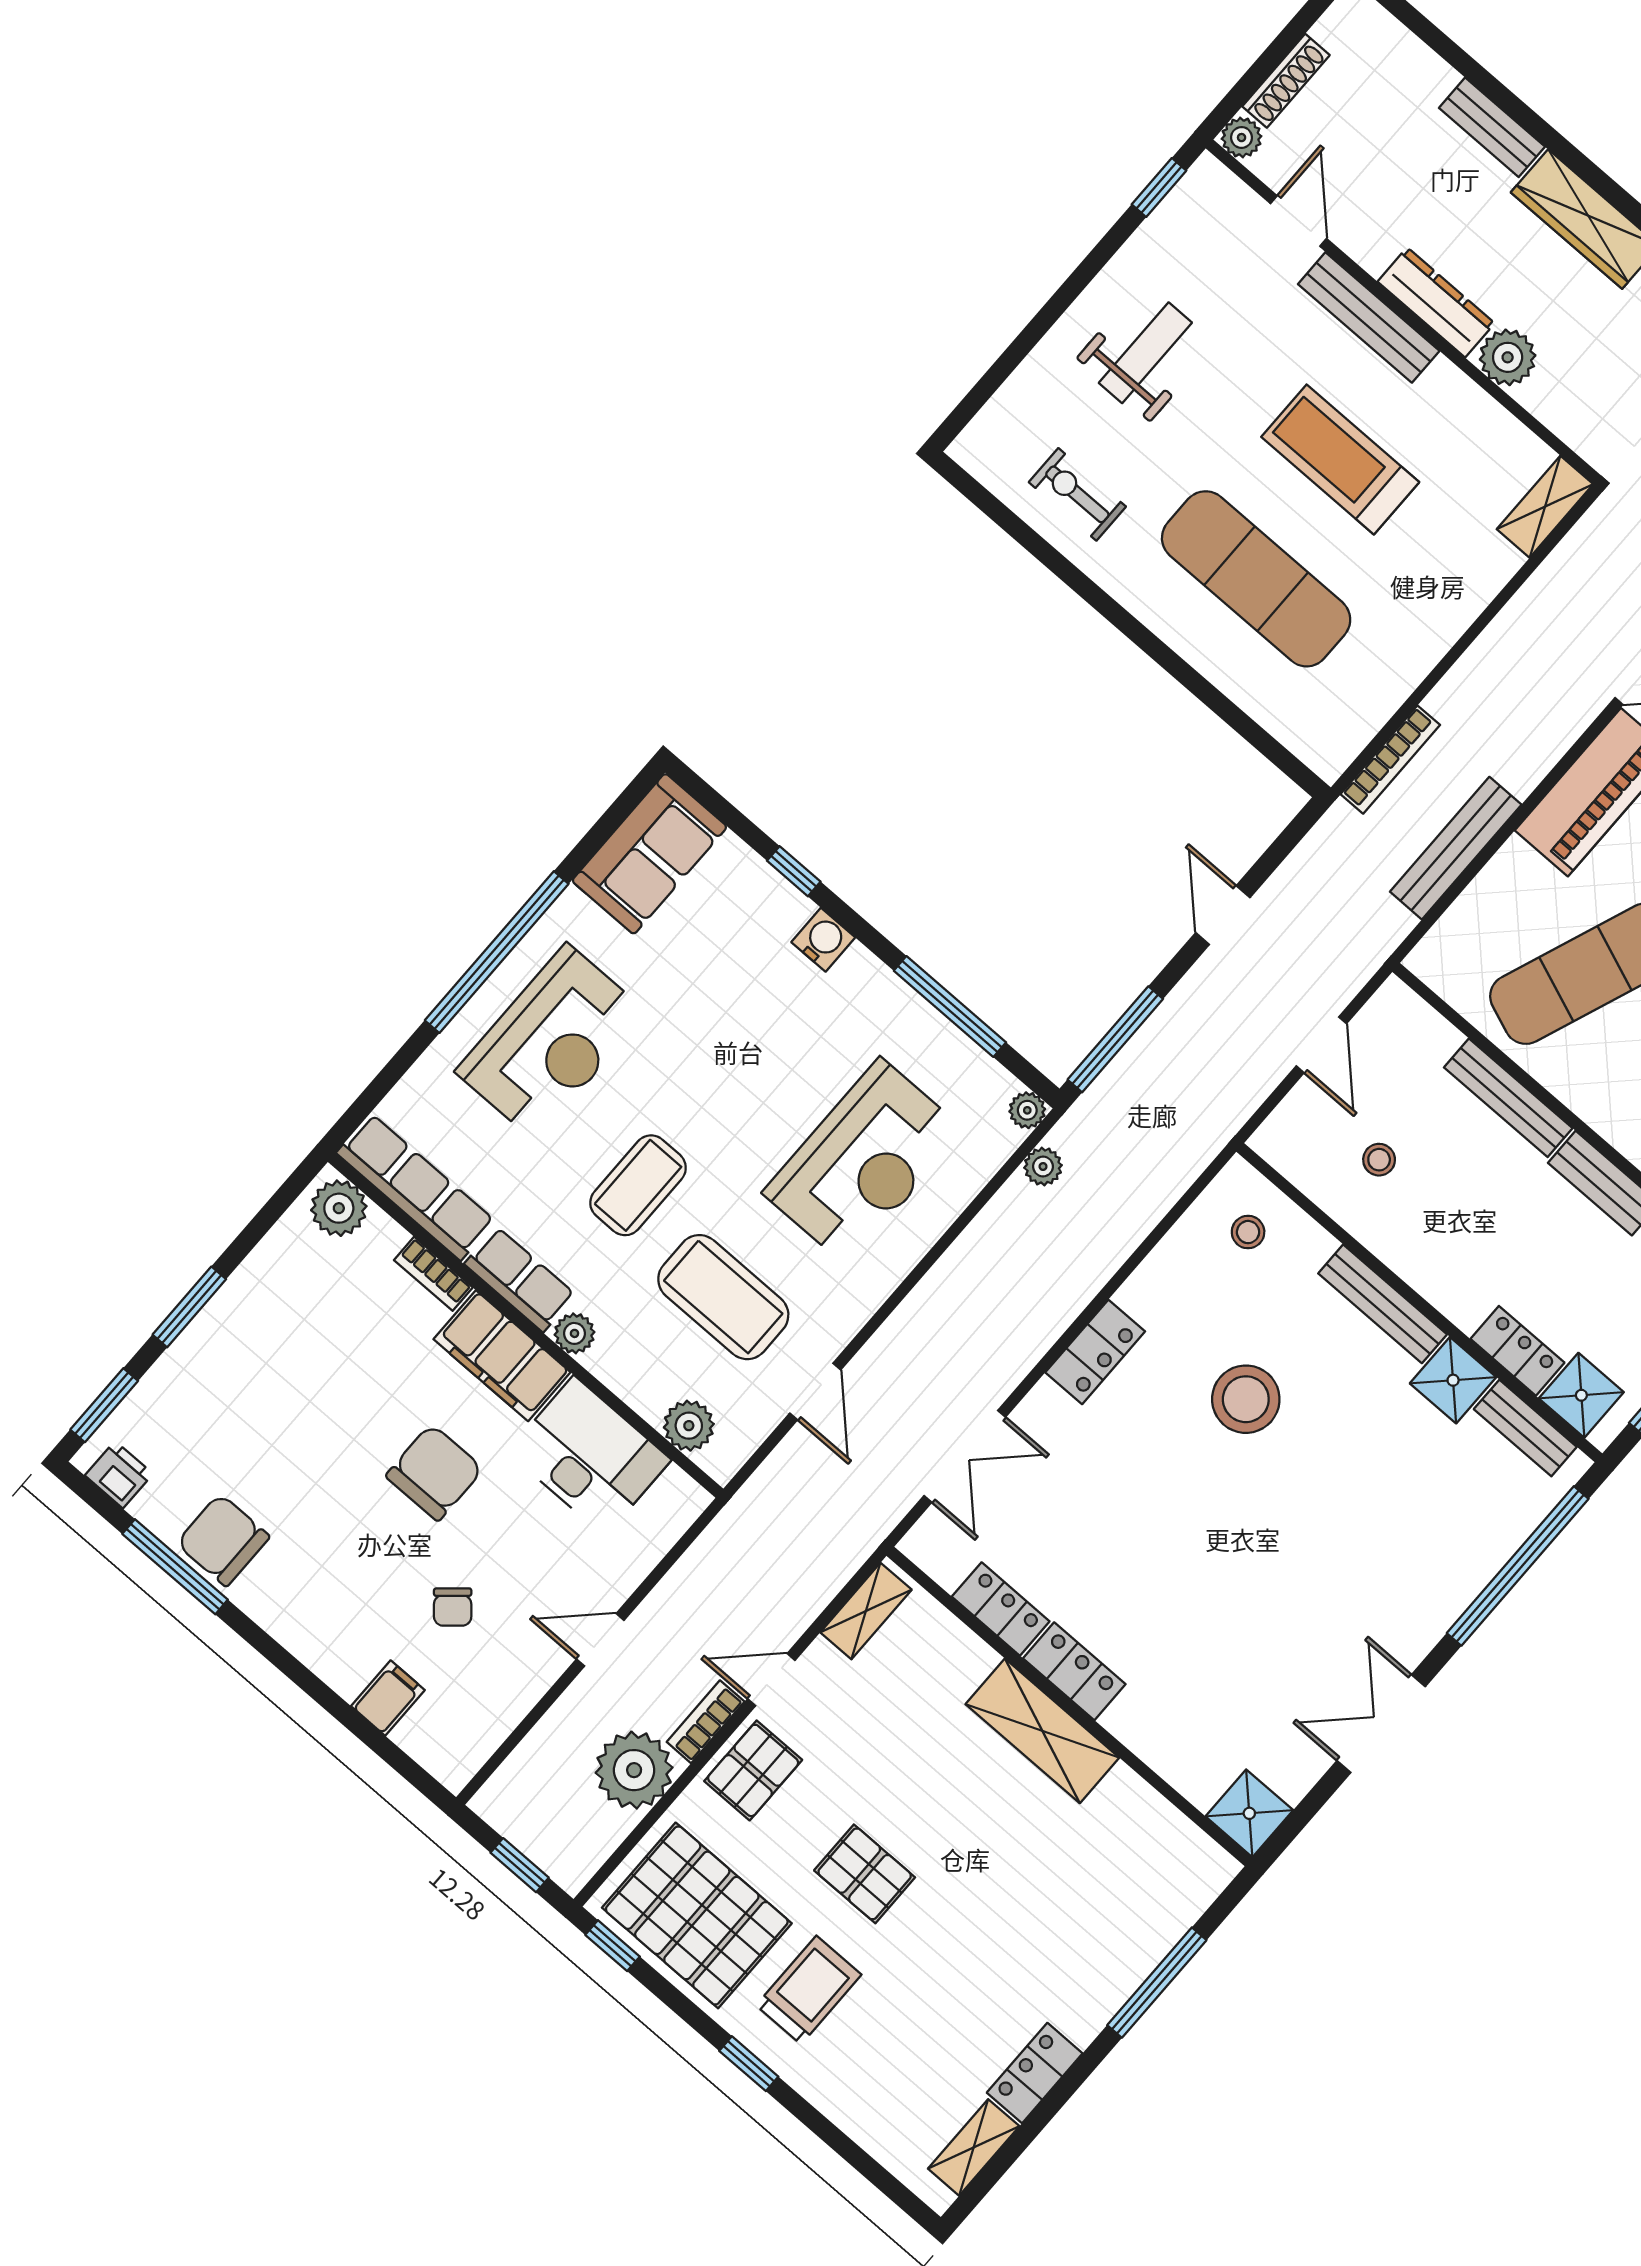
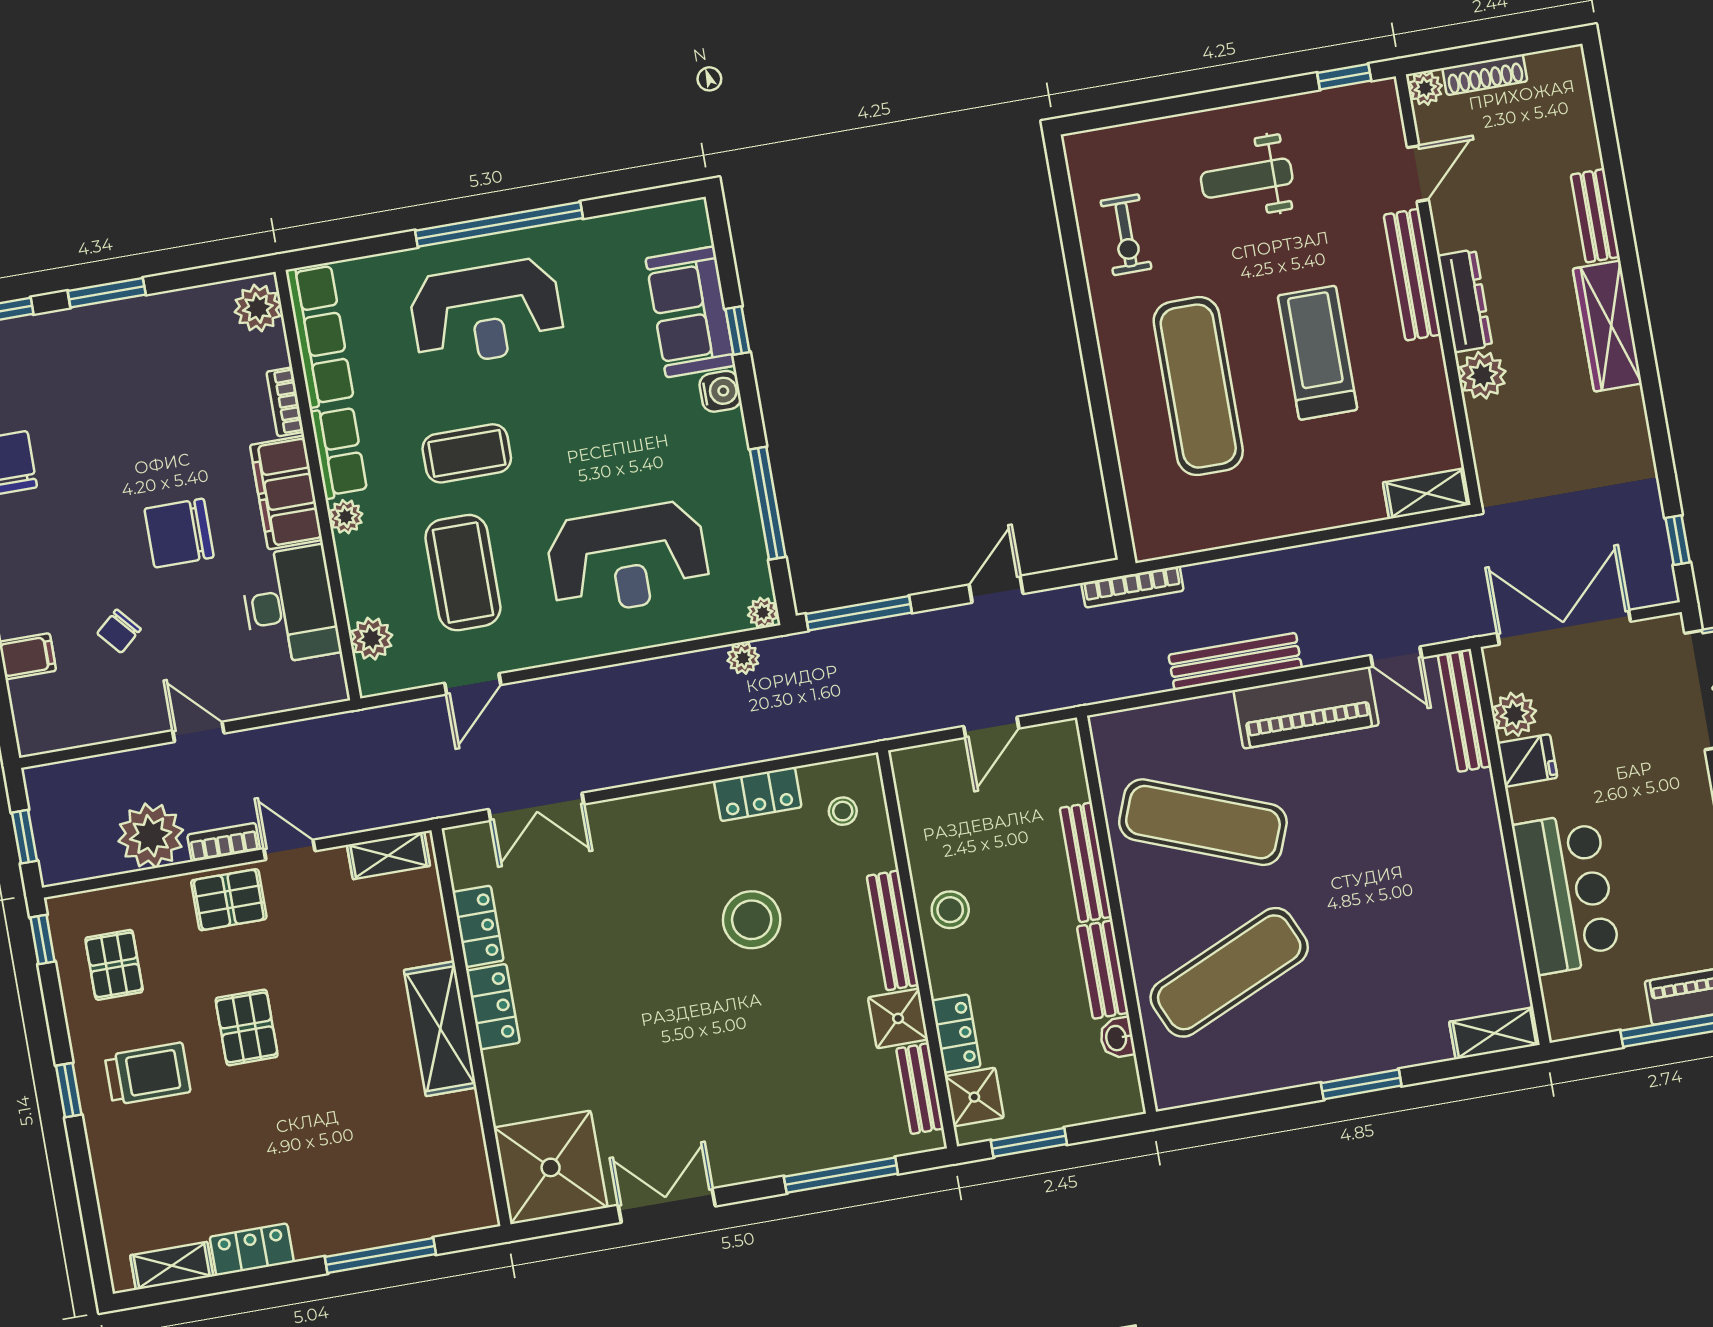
weight bench: (1145, 353) -> (1247, 178), turned 180
exercise bike: (1077, 494) -> (1126, 235), turned 180
bookcase: (1390, 760) -> (1132, 587), moved
bench: (1456, 848) -> (1235, 661), moved
sofa: (649, 854) -> (690, 312), moved, turned 90
stool: (1379, 1160) -> (950, 910), moved, width x1.37, depth x1.37
locker: (1095, 1352) -> (758, 794), moved
chair: (435, 1472) -> (179, 533), turned 180
window: (1518, 1566) -> (841, 1175), width x0.68
shower: (1249, 1813) -> (551, 1167), width x1.86, depth x1.86
pallet: (697, 1915) -> (114, 965), width x0.49, depth x0.50

